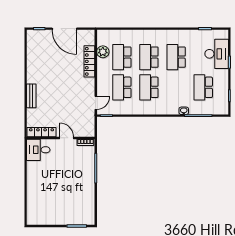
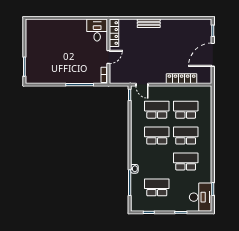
plant: (103, 52) -> (191, 92), removed
desk: (217, 54) -> (201, 197), moved, turned -90

